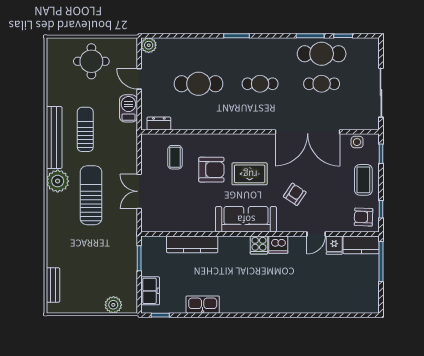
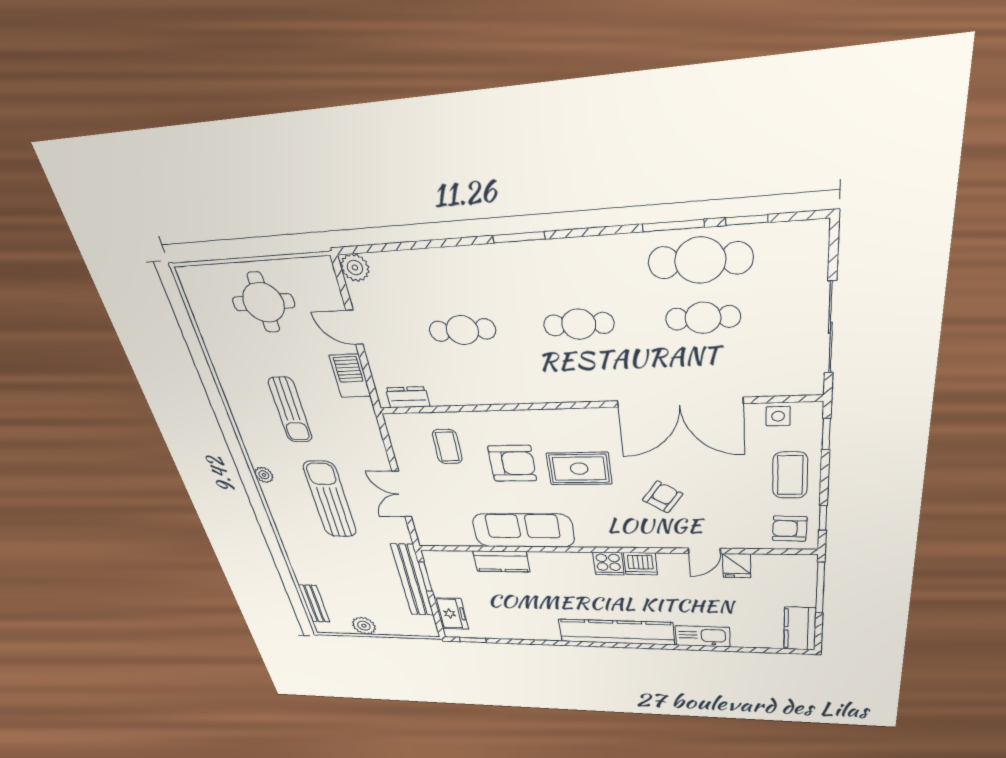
cafe table: (199, 84) -> (462, 330), width x0.73, depth x0.74
sun lounger: (85, 129) -> (290, 410), turned 180
bench: (54, 137) -> (412, 580), moved
plant: (58, 181) -> (264, 475), width x0.53, depth x0.53
sofa: (246, 219) -> (523, 530), moved
kitchen counter: (192, 244) -> (501, 561), width x0.67
kitchen counter: (361, 245) -> (800, 629), moved, turned 90
kitchen counter: (258, 303) -> (616, 632), added
plant: (113, 305) -> (364, 626), moved
kitchen sink: (203, 305) -> (703, 636), moved

